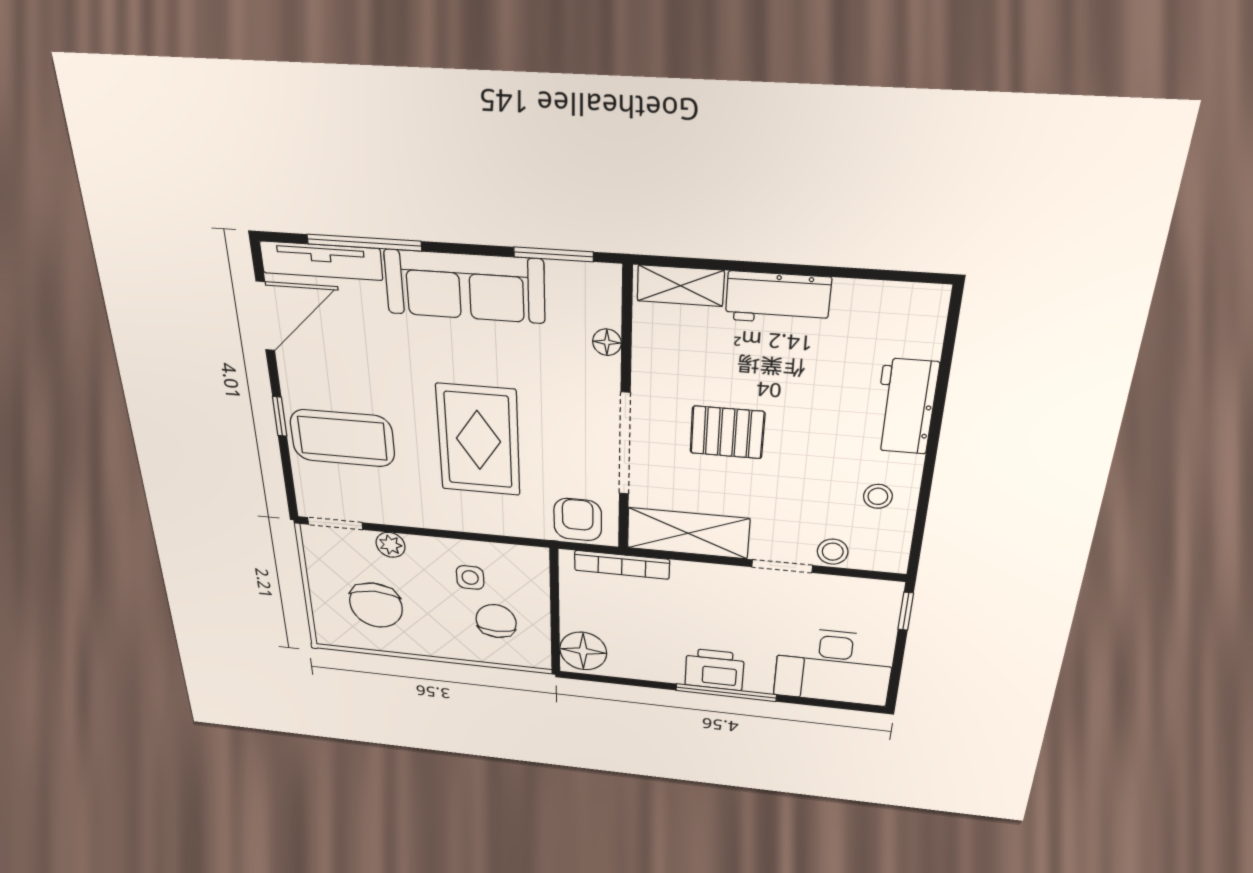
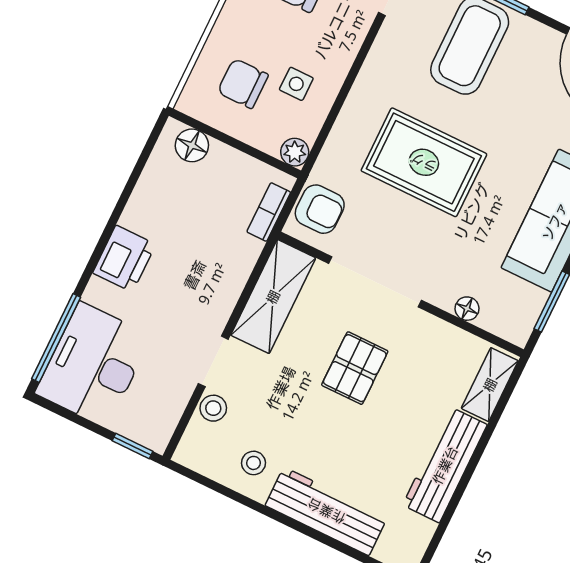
workbench: (778, 298) -> (445, 465), width x1.38
workbench: (905, 407) -> (326, 511), width x1.37
plant: (391, 545) -> (295, 152), moved
bookcase: (622, 565) -> (269, 212), width x0.64
chair: (496, 621) -> (243, 84), turned 180
floor lamp: (583, 651) -> (192, 145), width x0.73, depth x0.73
window: (726, 693) -> (56, 338), moved

